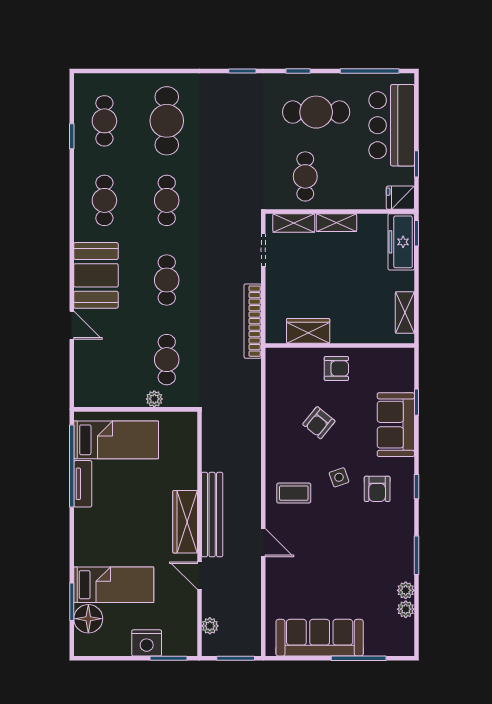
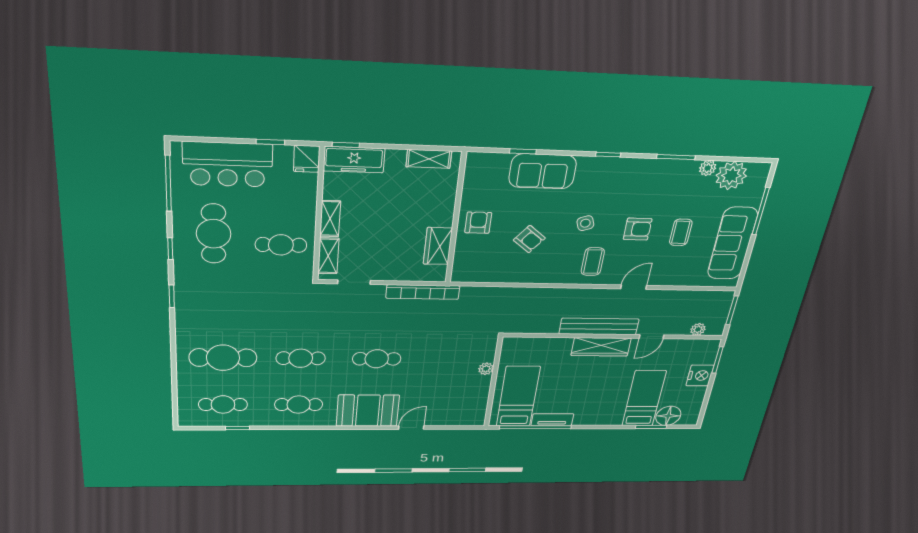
cafe table: (167, 360) -> (451, 359), removed
armchair: (377, 489) -> (638, 229), moved
coffee table: (331, 579) -> (681, 232), added
plant: (406, 609) -> (731, 176), width x1.88, depth x1.88

